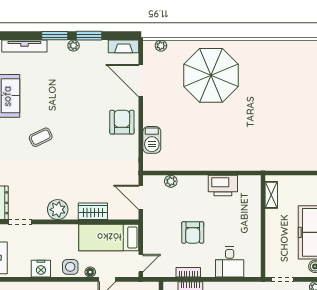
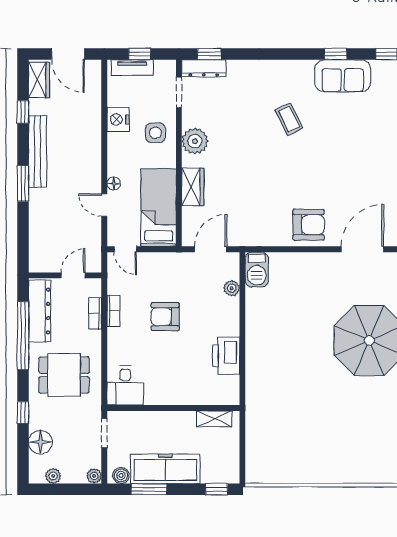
barbecue: (152, 140) -> (257, 270), moved, turned -90
desk: (230, 262) -> (125, 386), moved, turned -90
side table: (70, 267) -> (155, 133), moved

